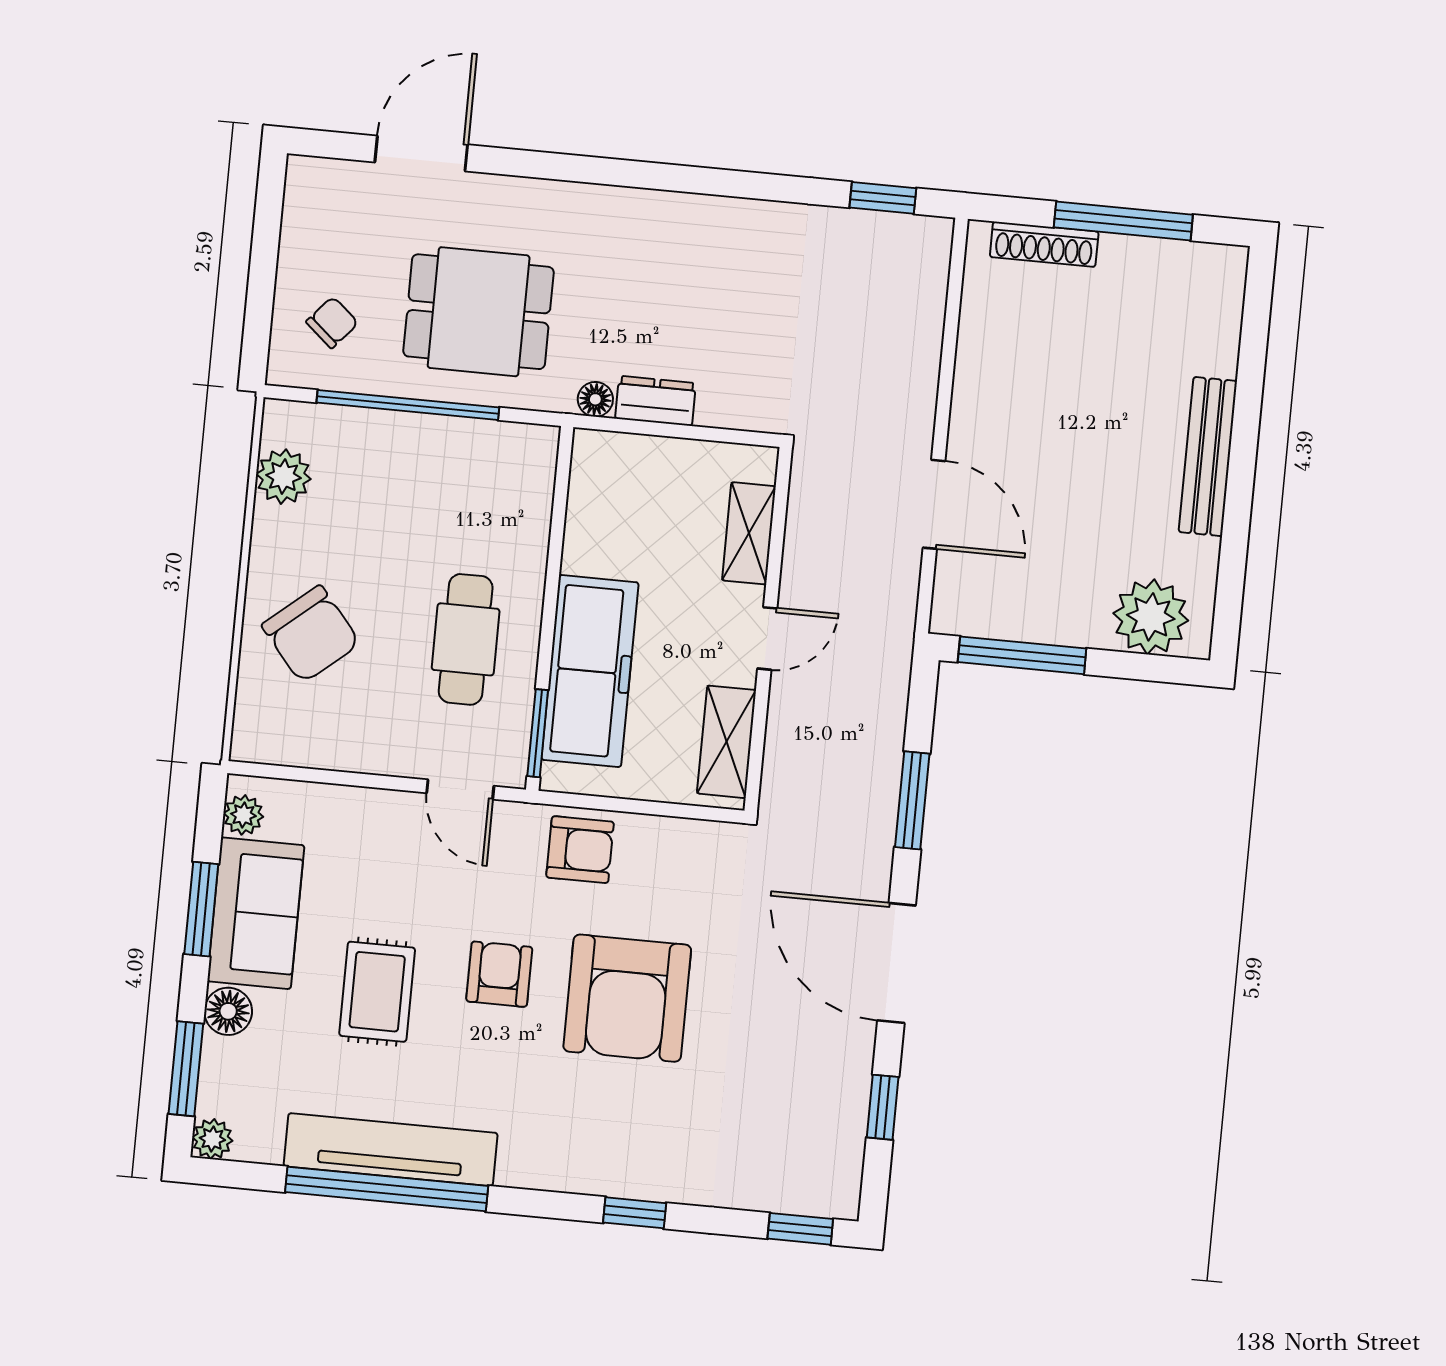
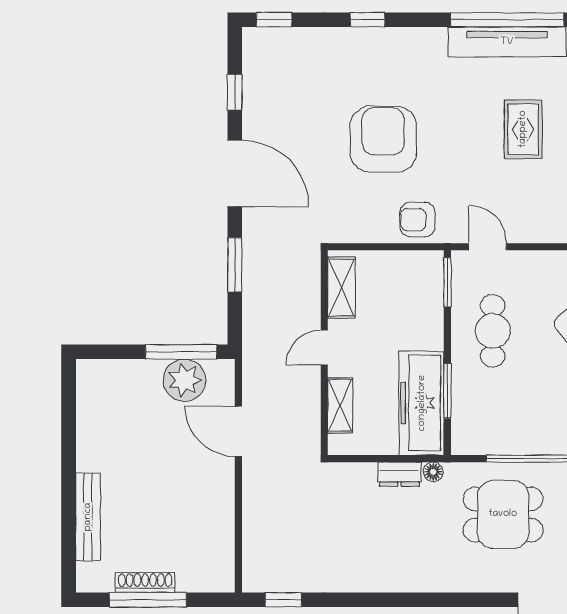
shoe rack: (1044, 244) -> (145, 583), moved
bench: (1208, 457) -> (88, 517), moved
window: (556, 541) -> (447, 391), added
plant: (1151, 617) -> (185, 380), moved
freezer: (590, 671) -> (422, 403), moved
armchair: (499, 974) -> (456, 146), removed

